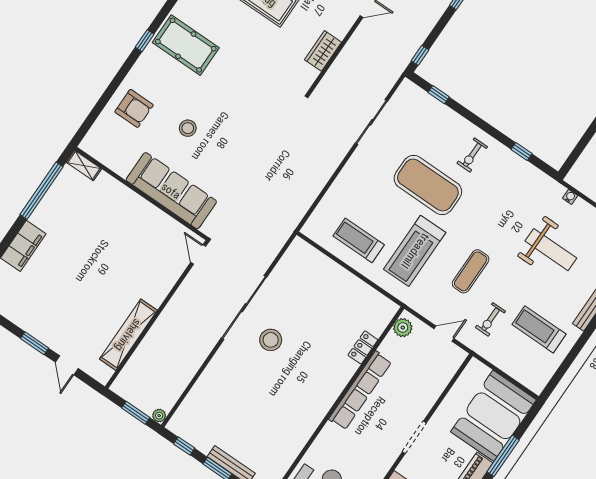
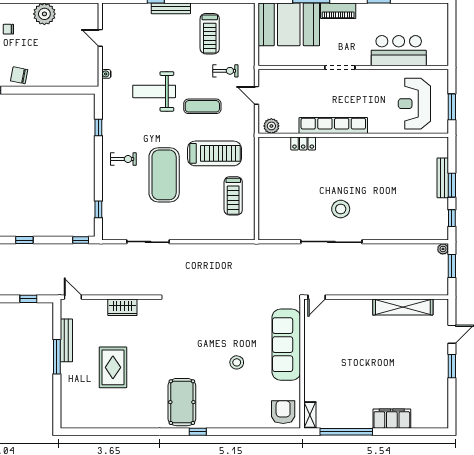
armchair: (134, 108) -> (283, 412), moved
weight bench: (551, 250) -> (154, 91), moved, turned -90

